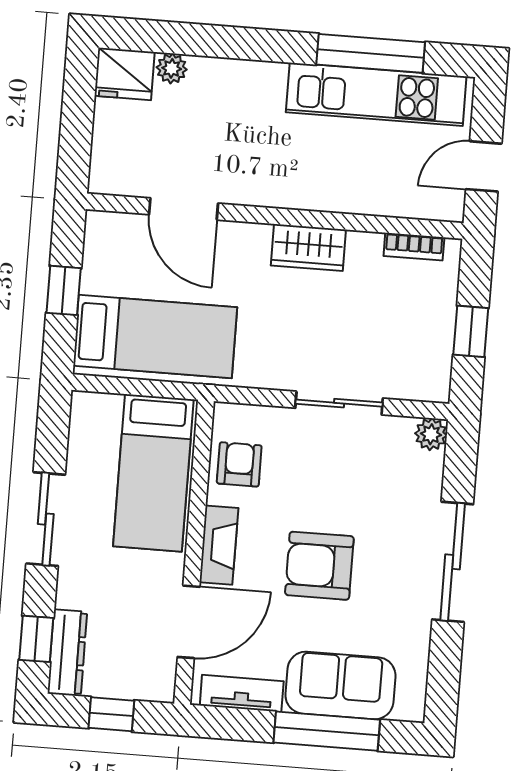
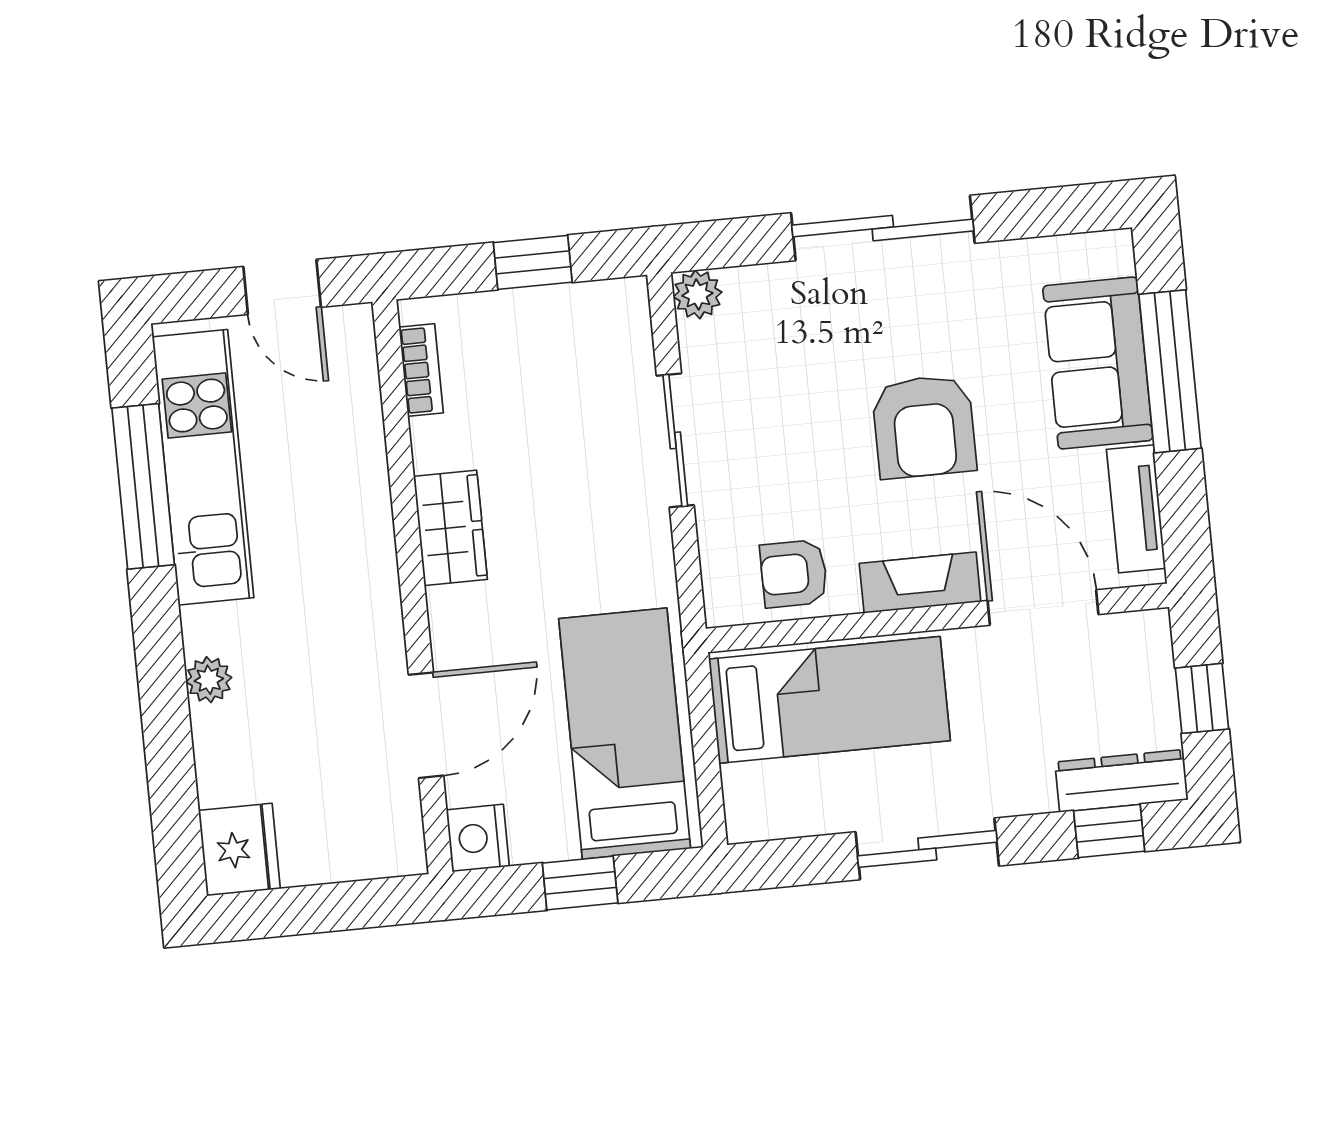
plant: (172, 68) -> (209, 680), moved
nightstand: (105, 229) -> (478, 838), added

